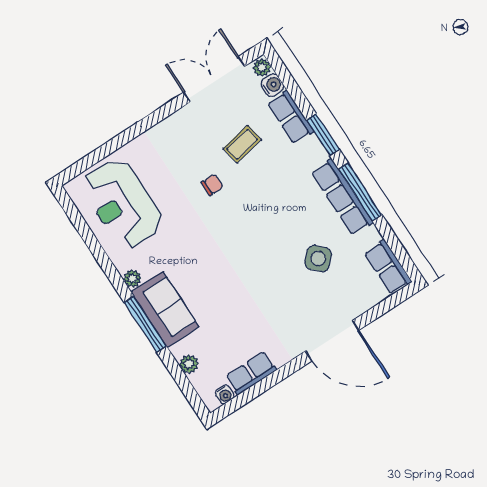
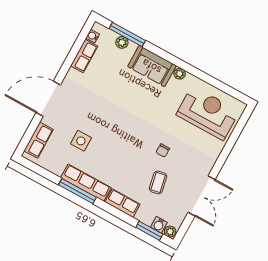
double door: (214, 79) -> (202, 196), moved
row of seats: (291, 117) -> (122, 203), moved
window: (323, 135) -> (149, 231), moved
side table: (318, 258) -> (81, 141), turned 45
row of seats: (388, 267) -> (39, 140), moved, turned 90
window: (145, 324) -> (127, 34), moved

